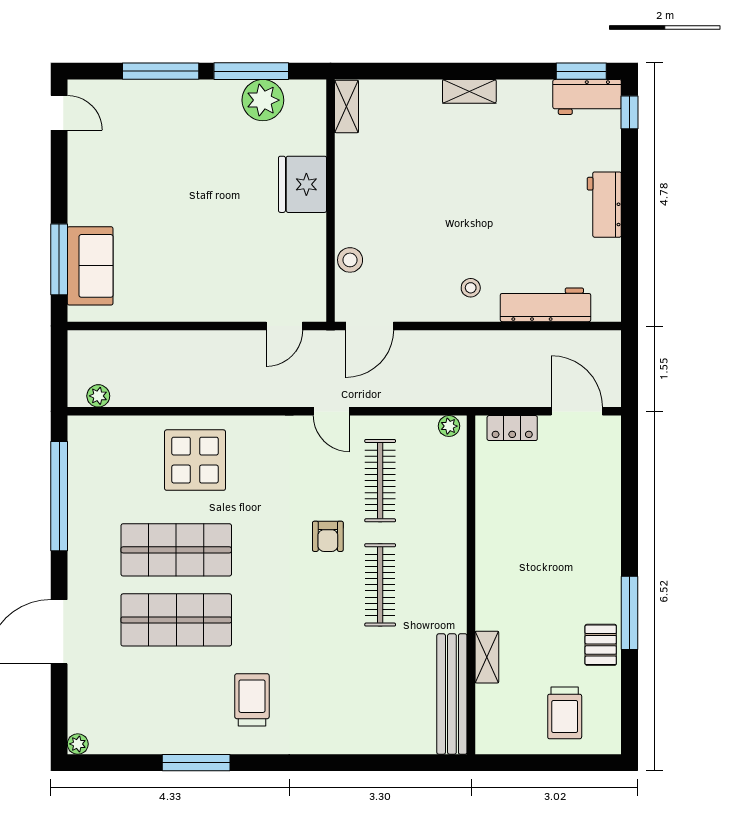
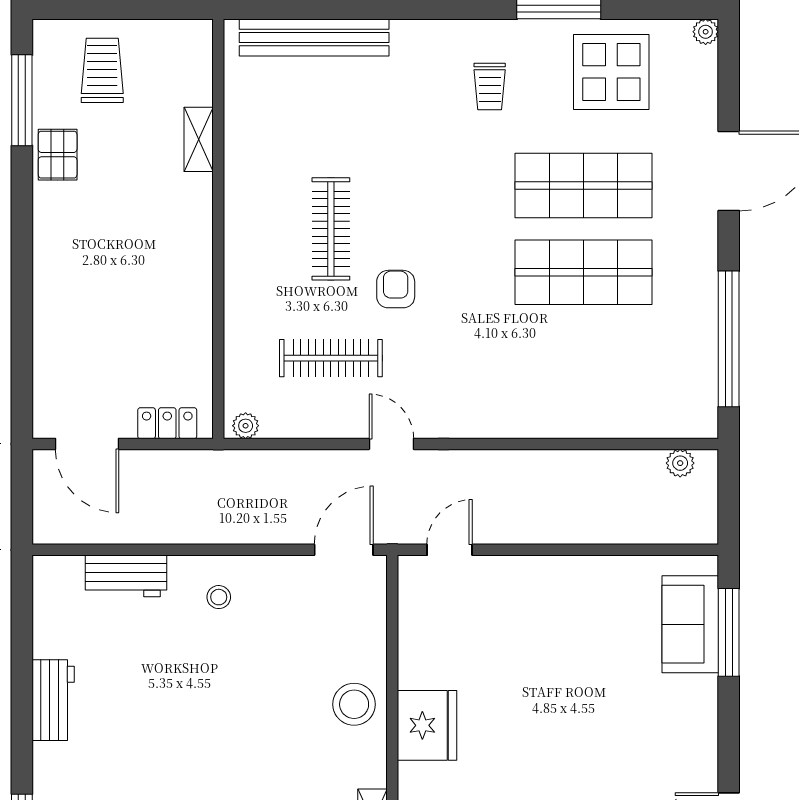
stool: (350, 260) -> (354, 704), moved, width x1.38, depth x1.38
workbench: (545, 305) -> (126, 576), width x0.73
display table: (195, 460) -> (611, 72), moved
clothes rail: (380, 481) -> (331, 358), turned 90
window: (629, 613) -> (22, 100), moved
bench: (452, 694) -> (314, 38), moved, turned 90
trolley: (252, 700) -> (490, 86), width x0.73, depth x0.72

